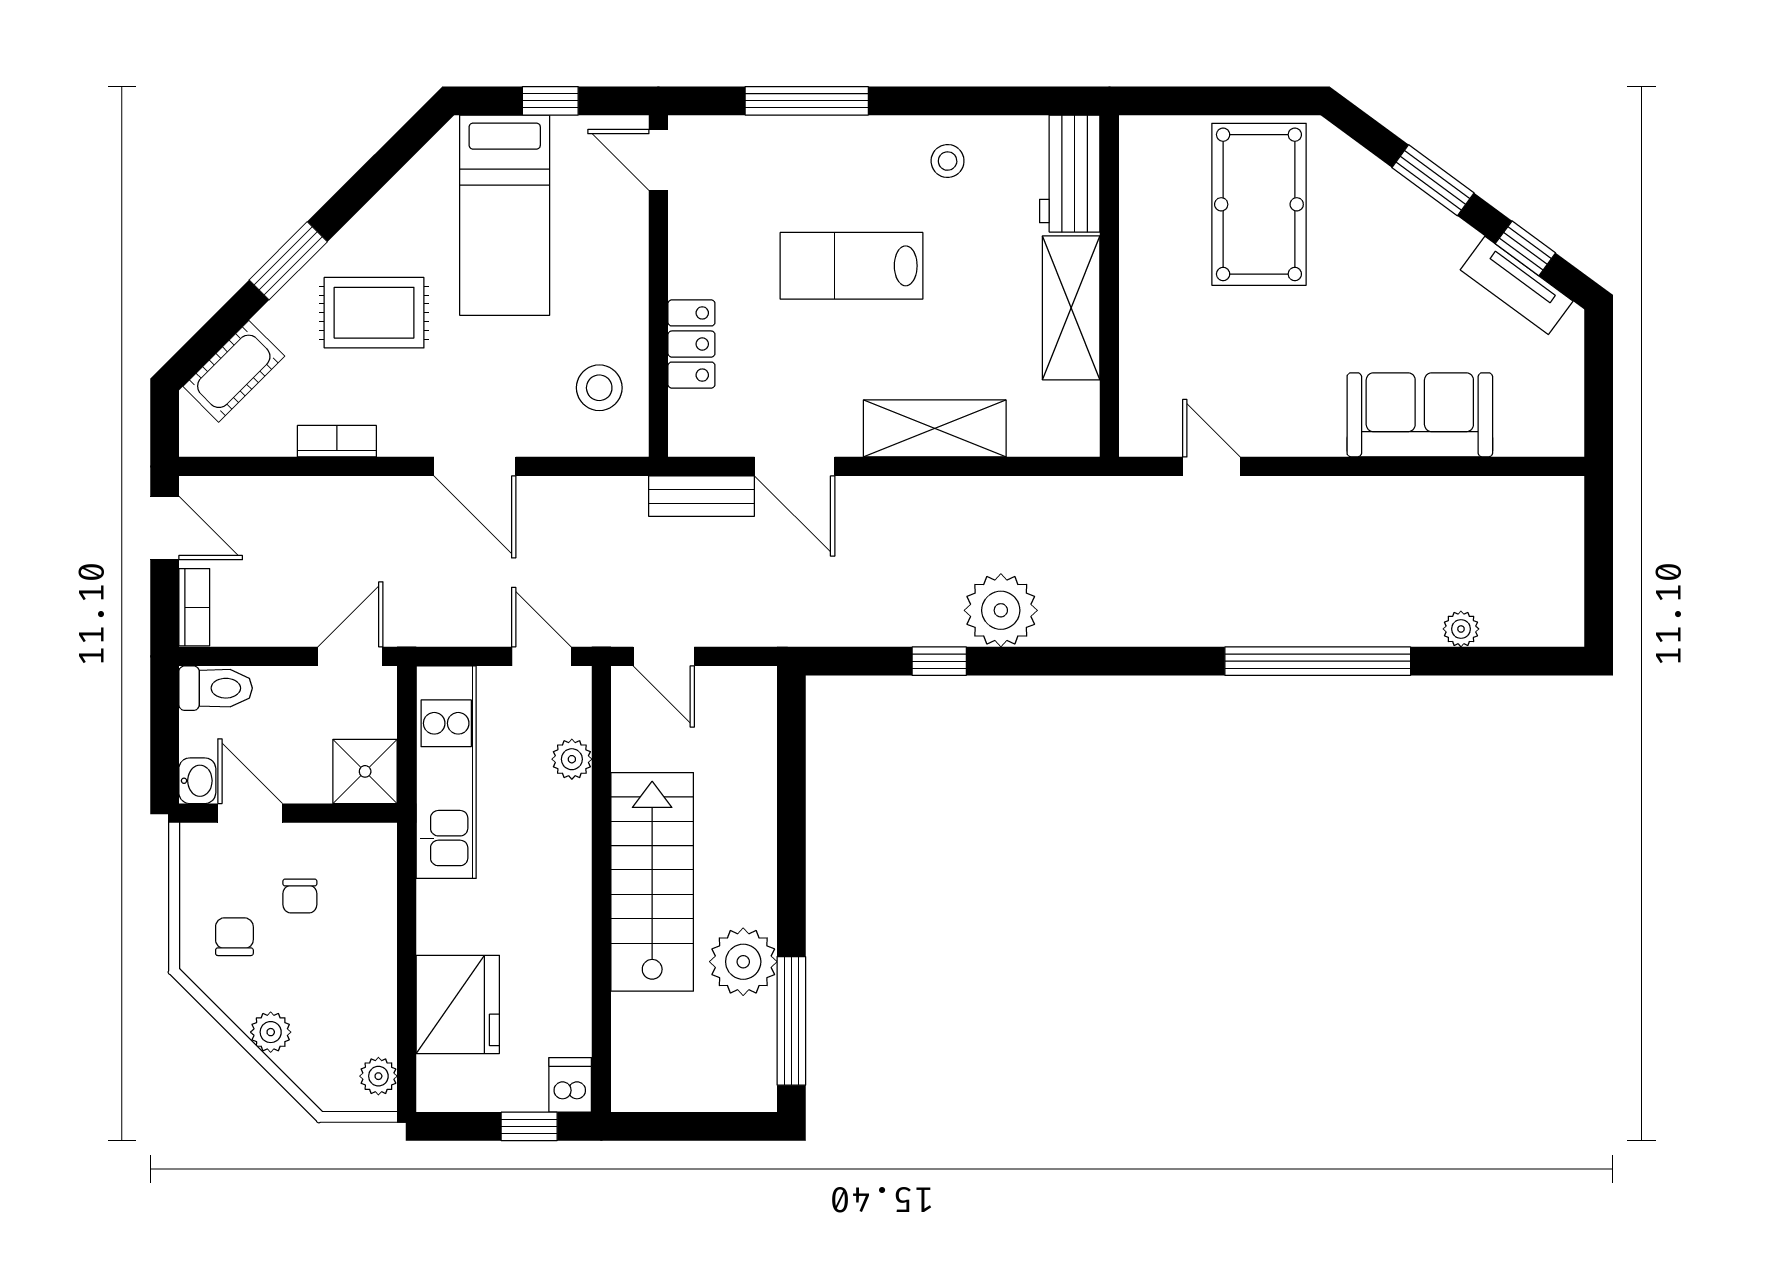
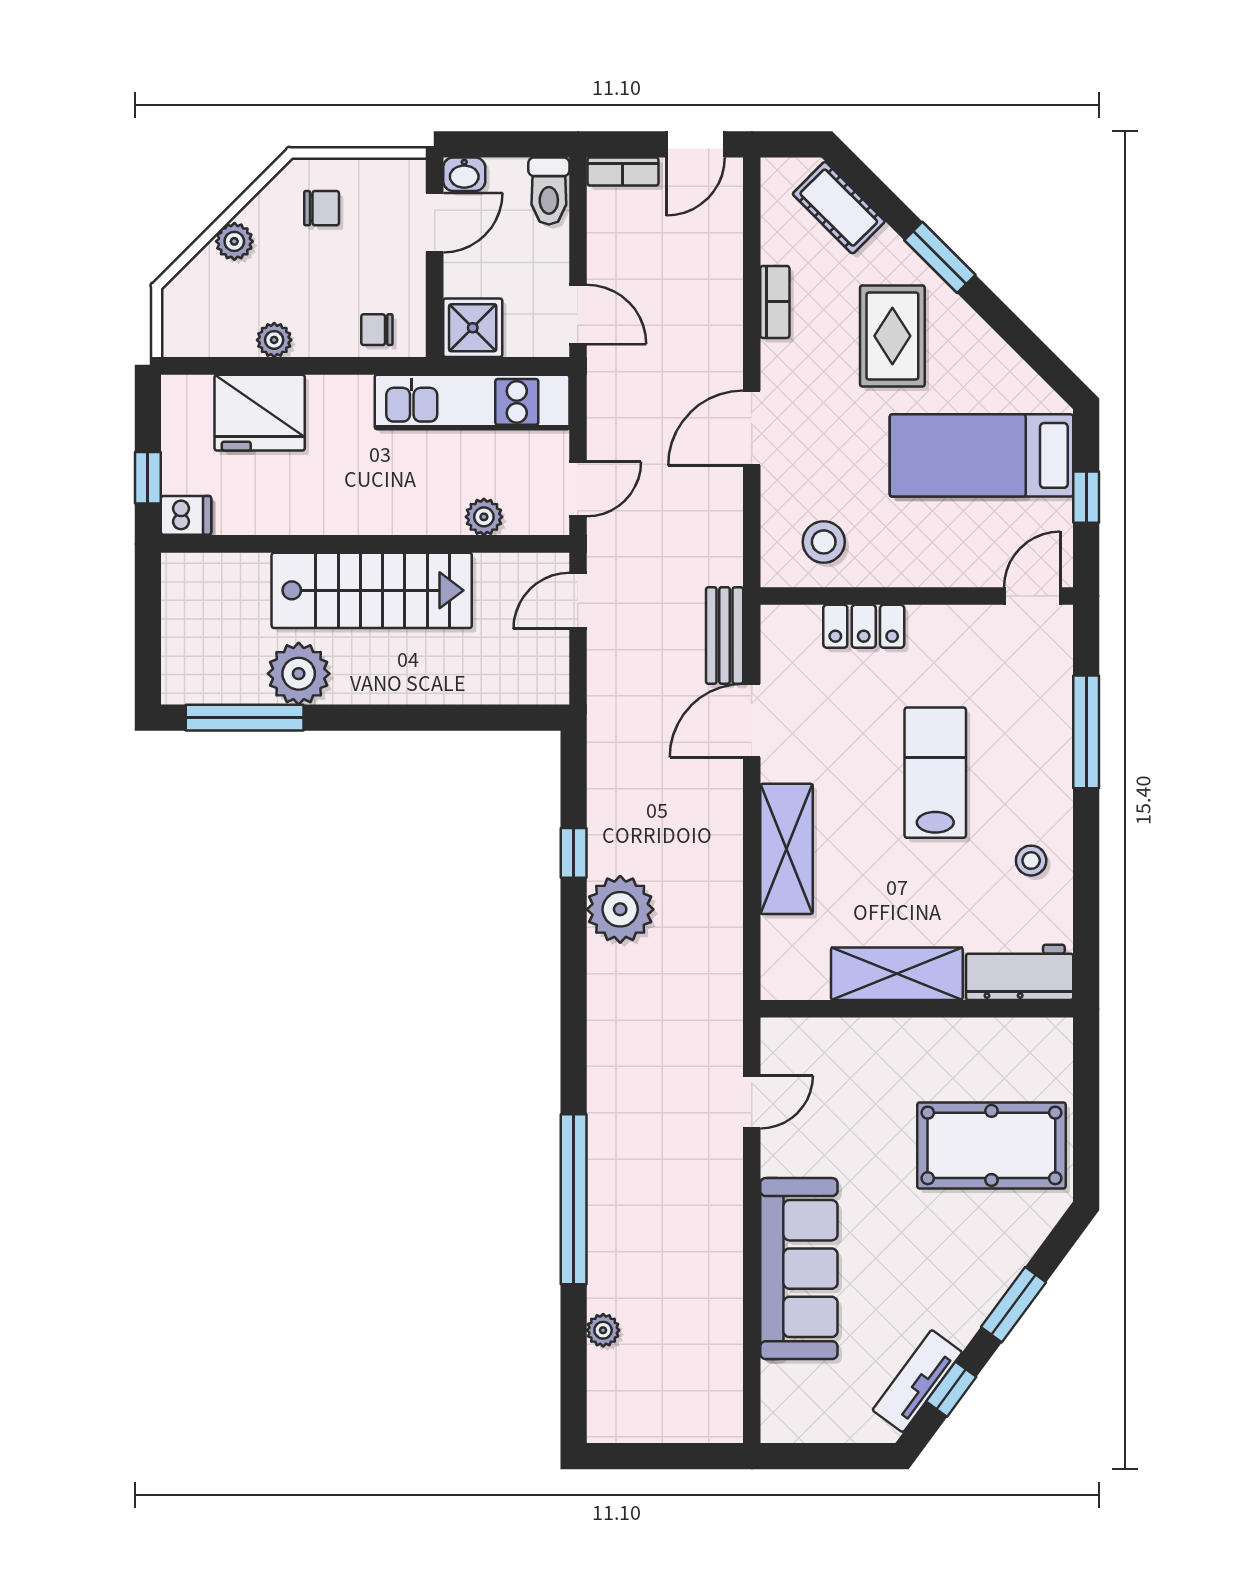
sofa: (1420, 415) -> (799, 1269), width x1.36
chair: (300, 896) -> (377, 330), moved
plant: (378, 1076) -> (274, 340), moved

